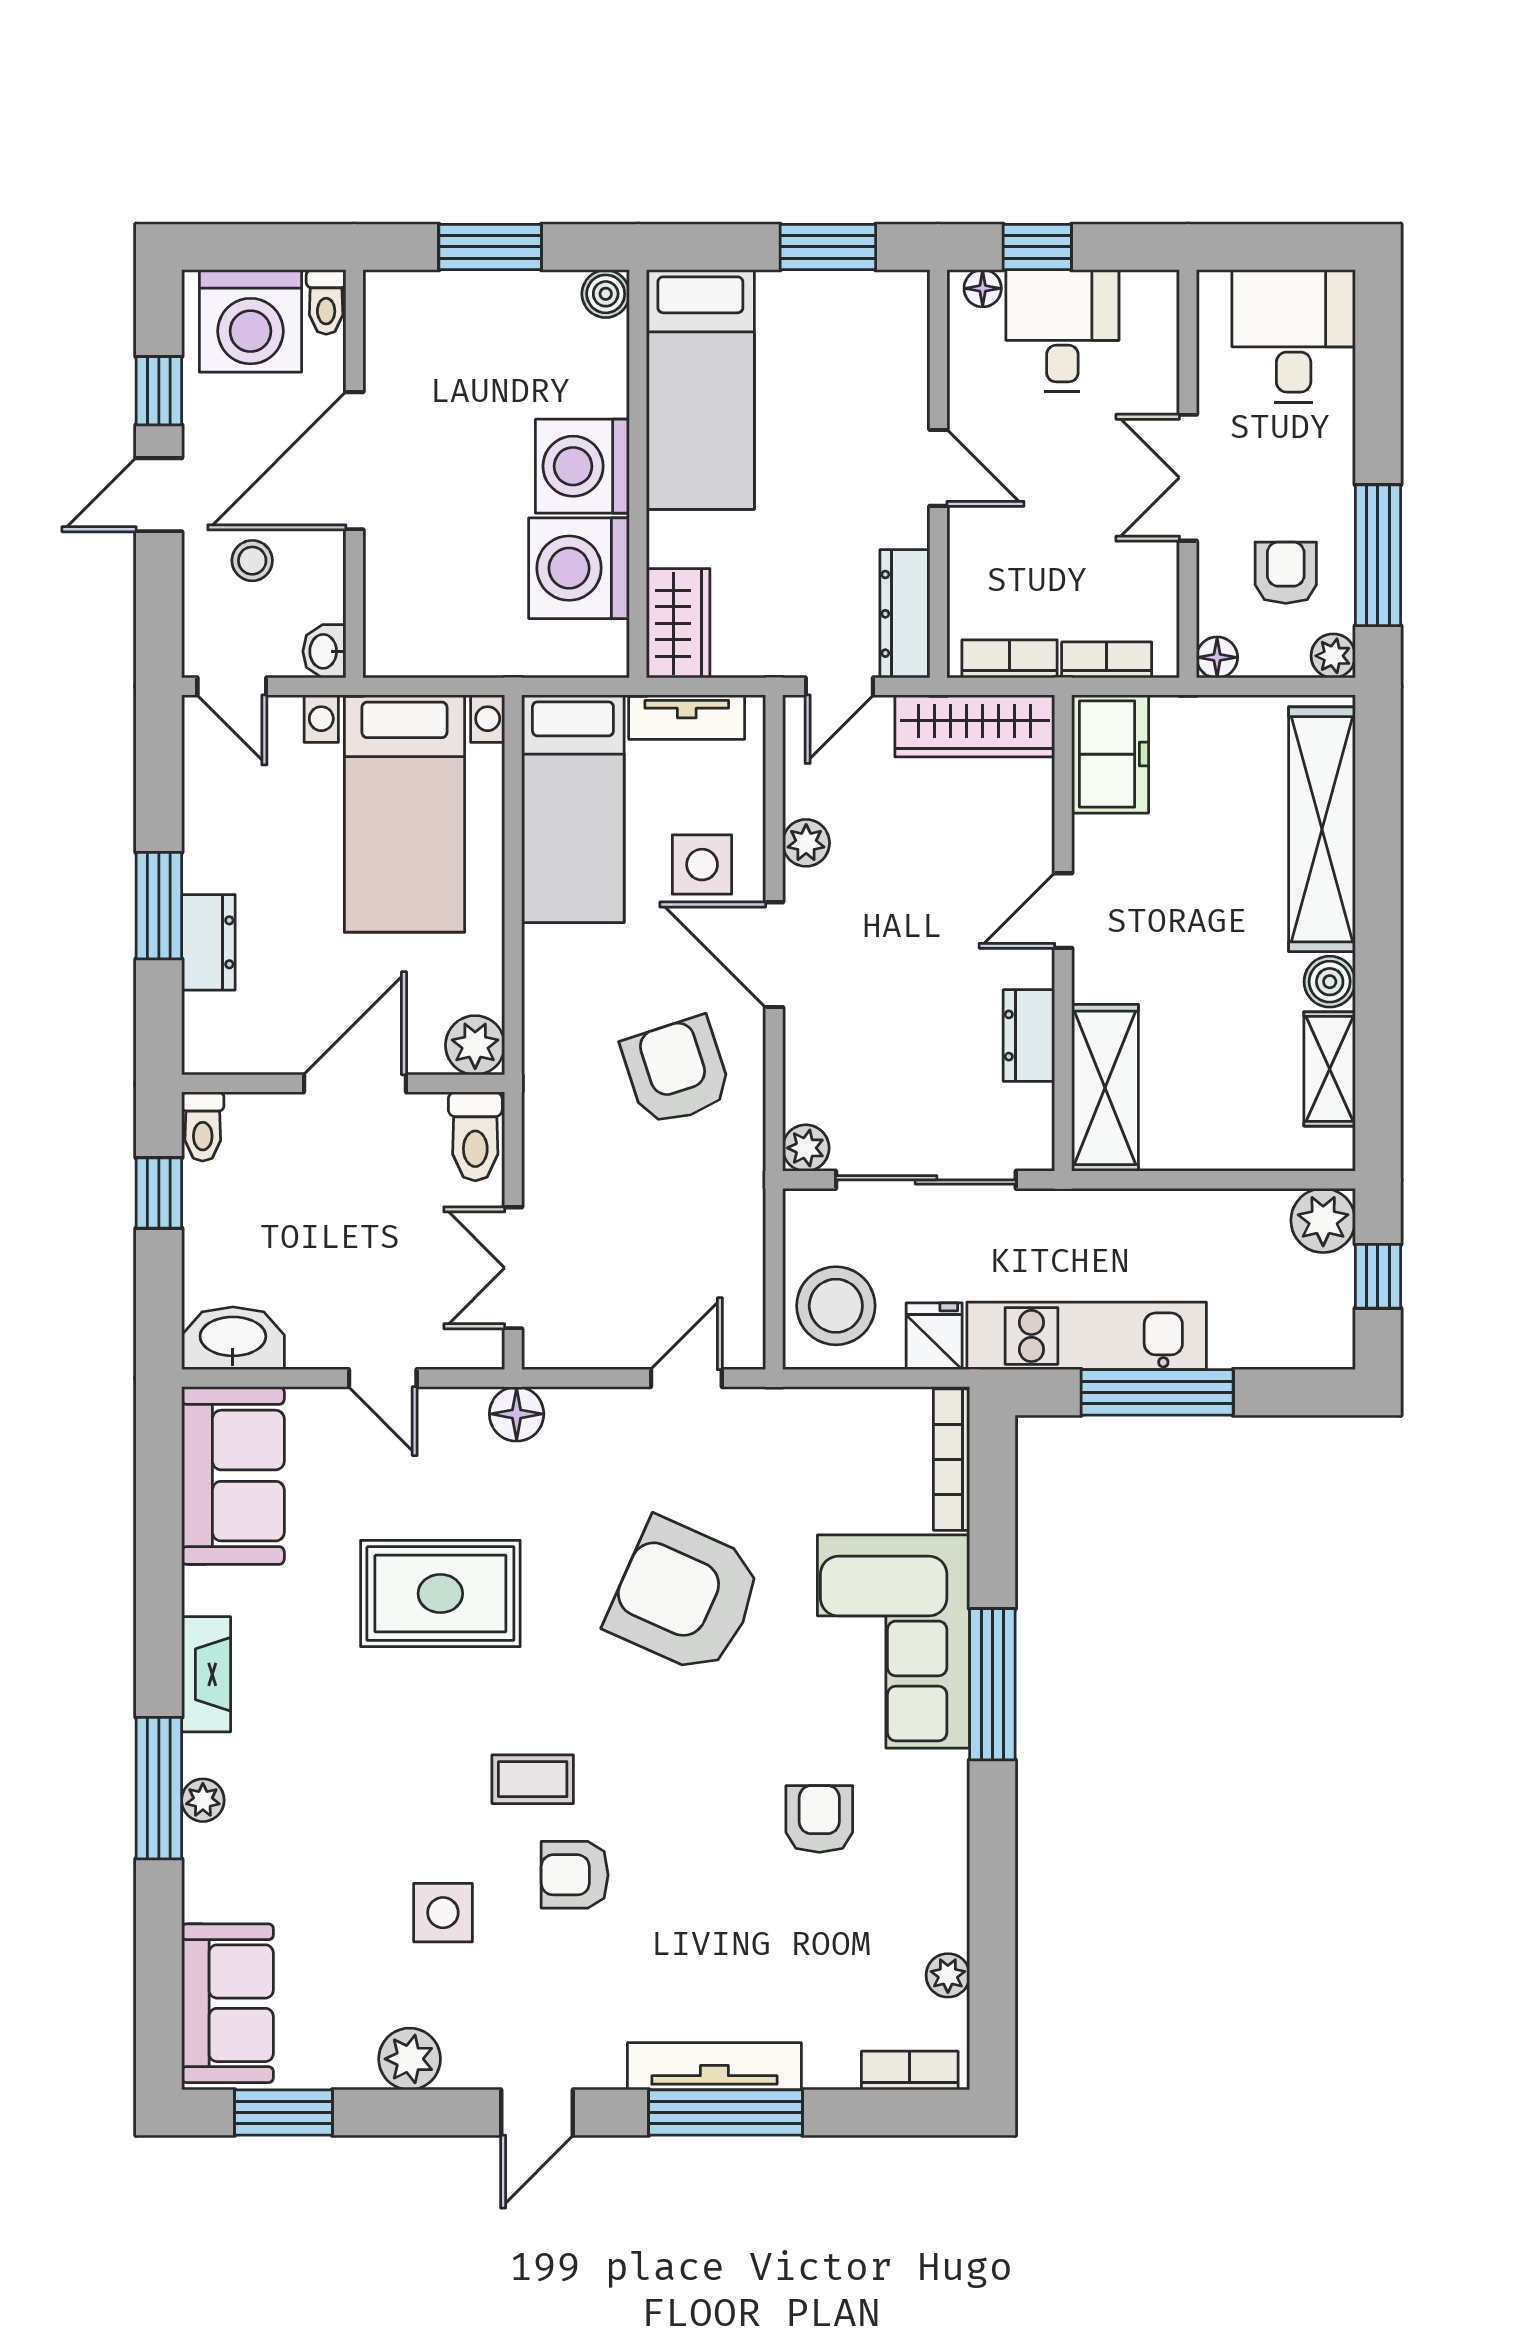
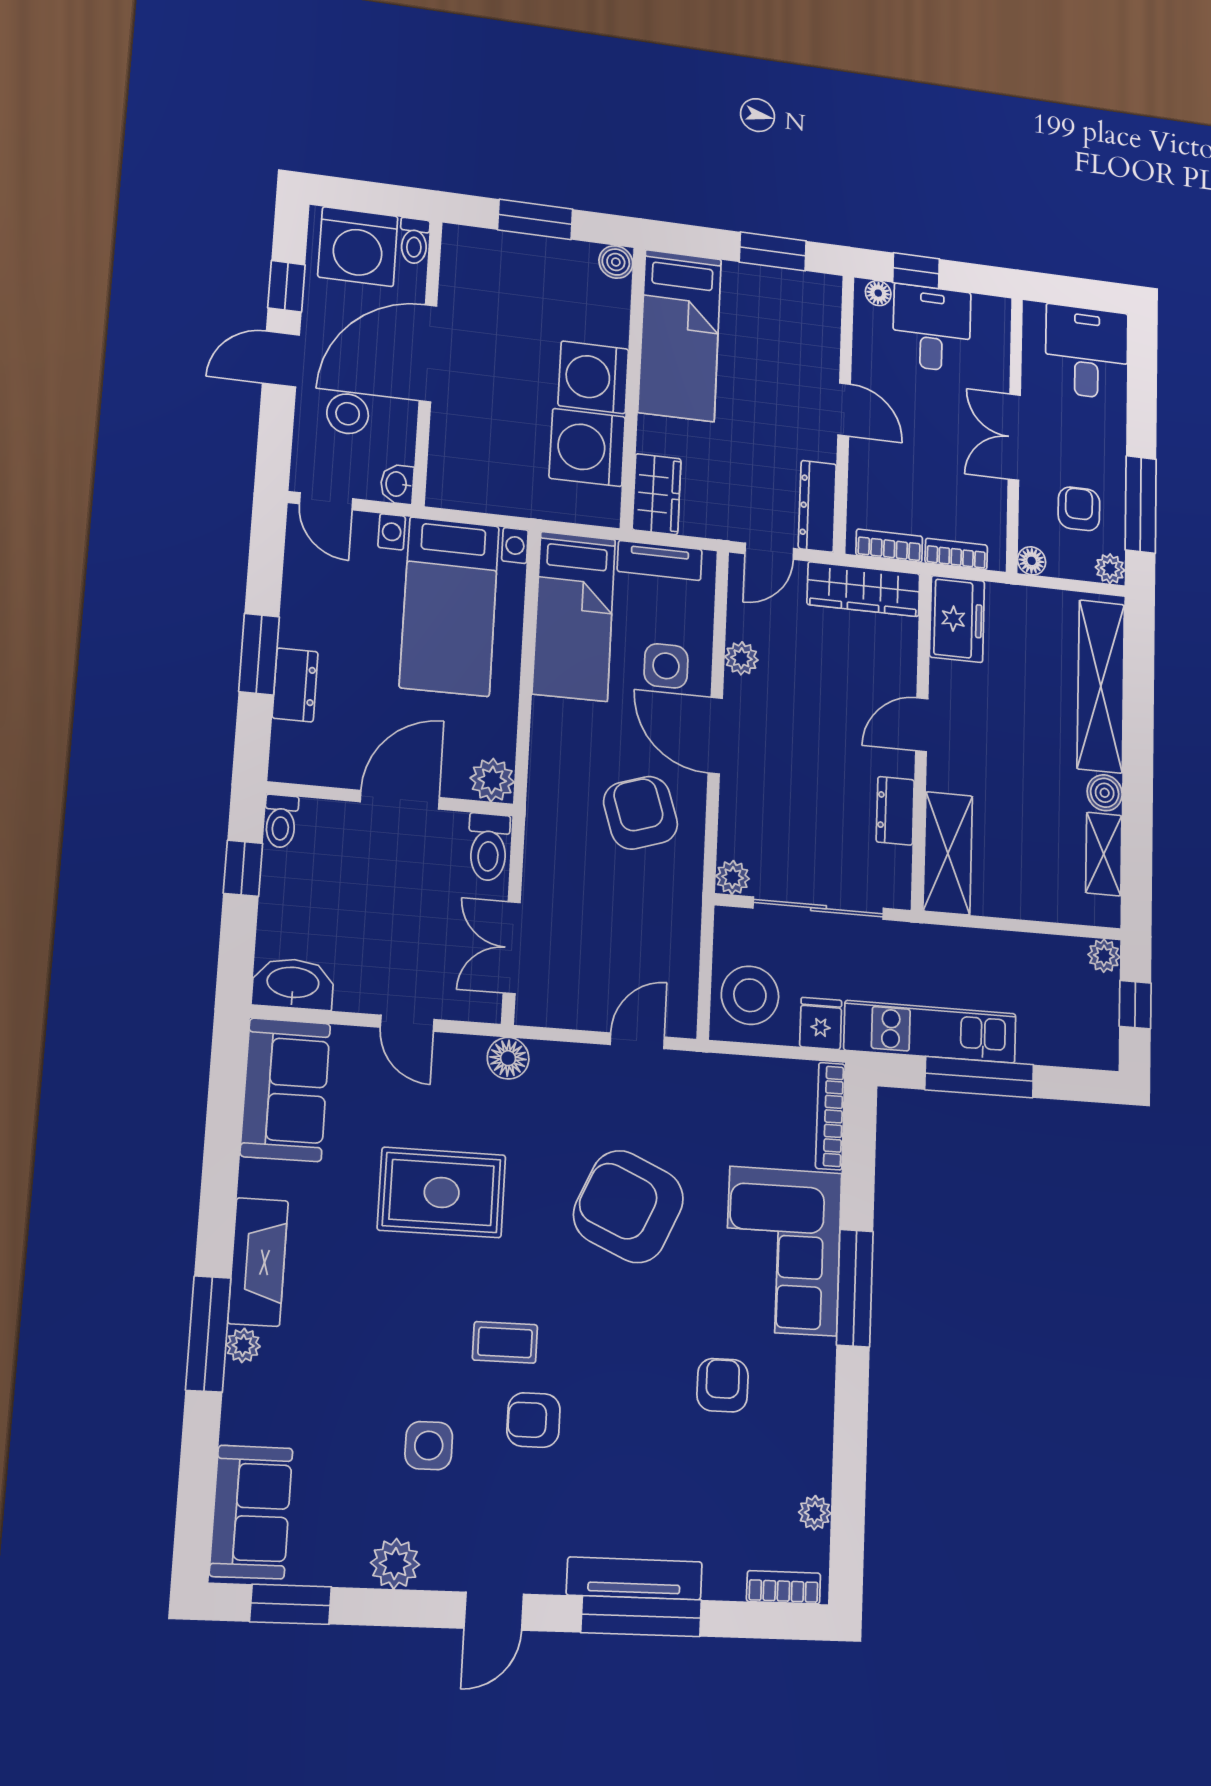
stool: (252, 561) -> (348, 414), width x1.37, depth x1.37
plant: (1323, 1220) -> (1104, 956), width x0.73, depth x0.73
fireplace: (206, 1674) -> (258, 1262), width x1.37, depth x1.32

